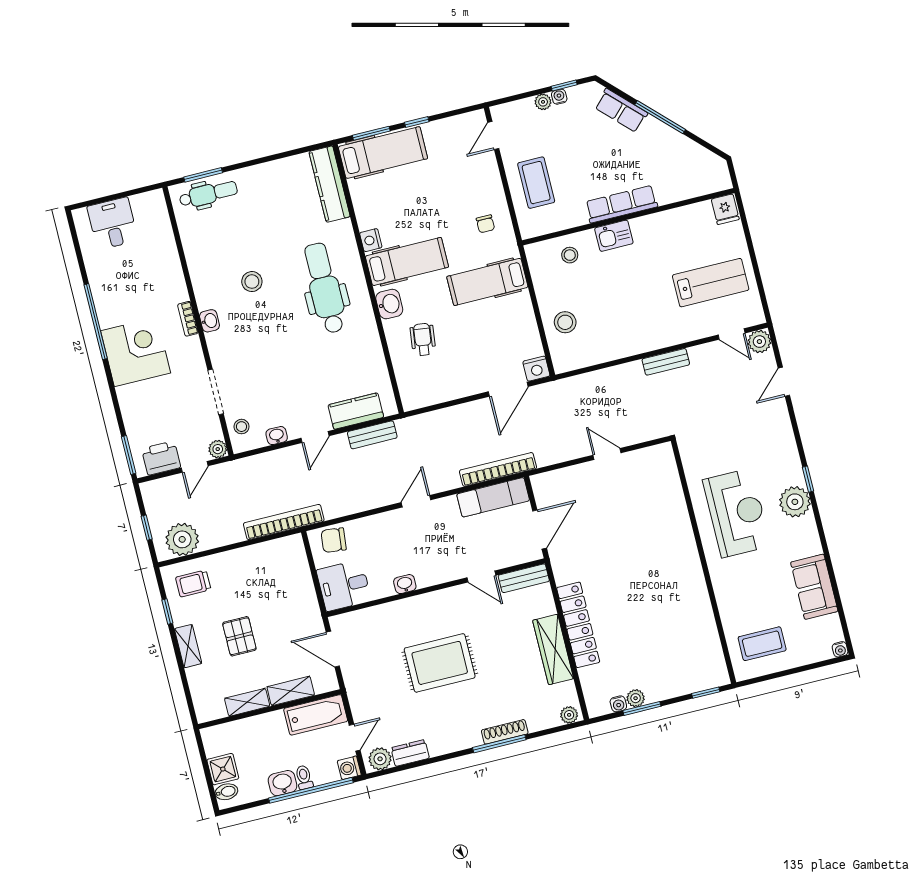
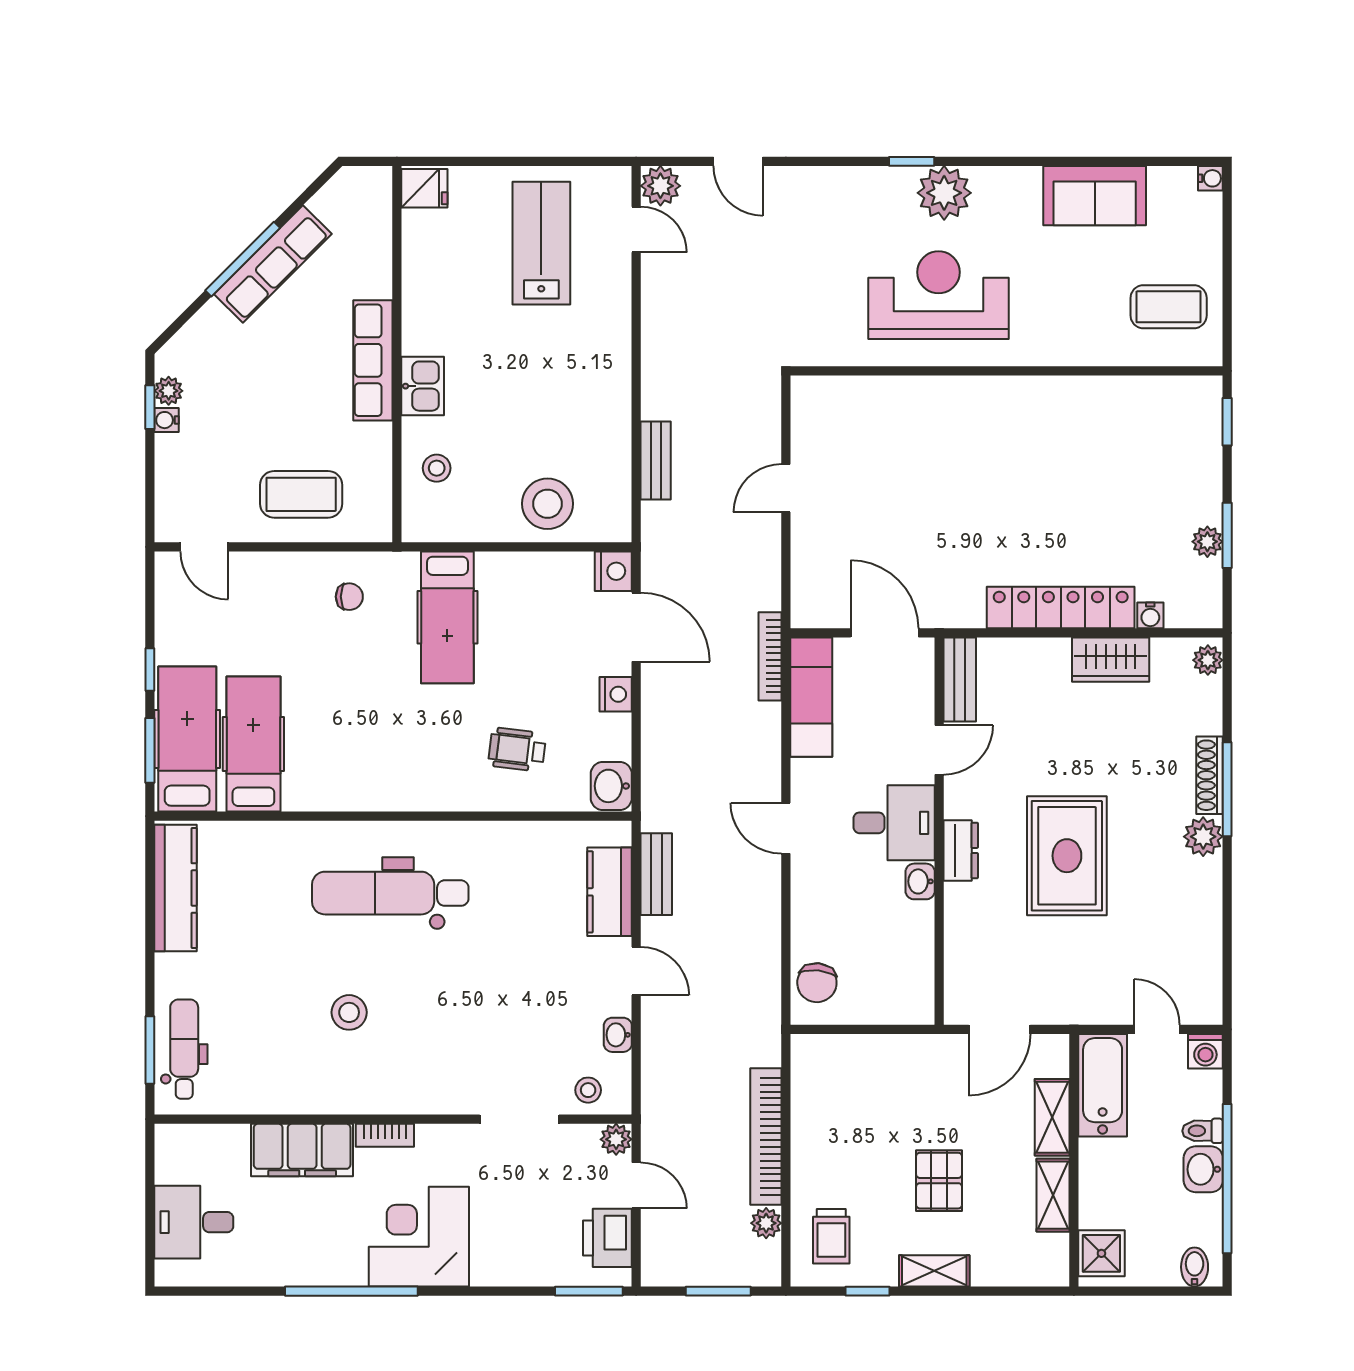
plant: (543, 102) -> (169, 391), moved
row of seats: (621, 110) -> (273, 264), moved, width x1.48
kitchen counter: (329, 184) -> (175, 888), moved, turned -90
nightstand: (371, 240) -> (616, 694), moved, turned -90
hospital bed: (407, 262) -> (253, 744), moved
filing cabinet: (168, 274) -> (302, 1150), added
washbasin: (389, 304) -> (611, 786), moved, turned -90
washbasin: (210, 321) -> (397, 1100), removed
stool: (565, 322) -> (547, 504), width x1.38, depth x1.38
door: (732, 334) -> (636, 229), hinge flipped
bench: (666, 362) -> (656, 461), moved
bookcase: (498, 469) -> (770, 656), width x0.68, depth x0.76
bookcase: (284, 522) -> (766, 1136), moved
window: (147, 528) -> (718, 1291), width x1.50
plant: (182, 539) -> (766, 1223), width x0.53, depth x0.53
desk: (344, 585) -> (894, 823), moved, turned -90
pallet: (239, 636) -> (939, 1181), turned 90
coffee table: (762, 644) -> (1169, 307), turned 90
wardrobe: (553, 649) -> (1111, 660), width x0.67
water cooler: (618, 704) -> (1150, 615), moved, turned 90
dresser: (410, 753) -> (961, 850), moved, turned 180
plant: (380, 759) -> (1203, 837), moved
shower: (223, 769) -> (1101, 1253), moved
window: (311, 790) -> (1227, 1179), moved

